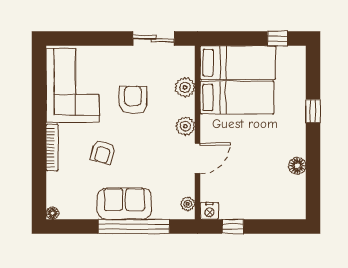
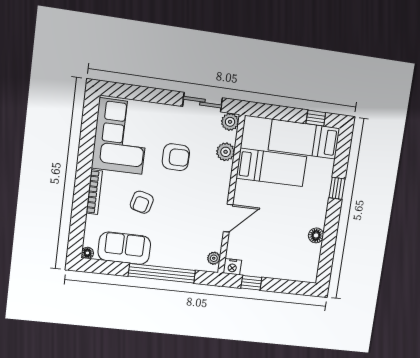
bed: (238, 63) -> (304, 139), moved, turned 180
armchair: (133, 100) -> (176, 157), turned 90
plant: (185, 126) -> (230, 122), moved
sofa: (124, 204) -> (124, 248), moved

